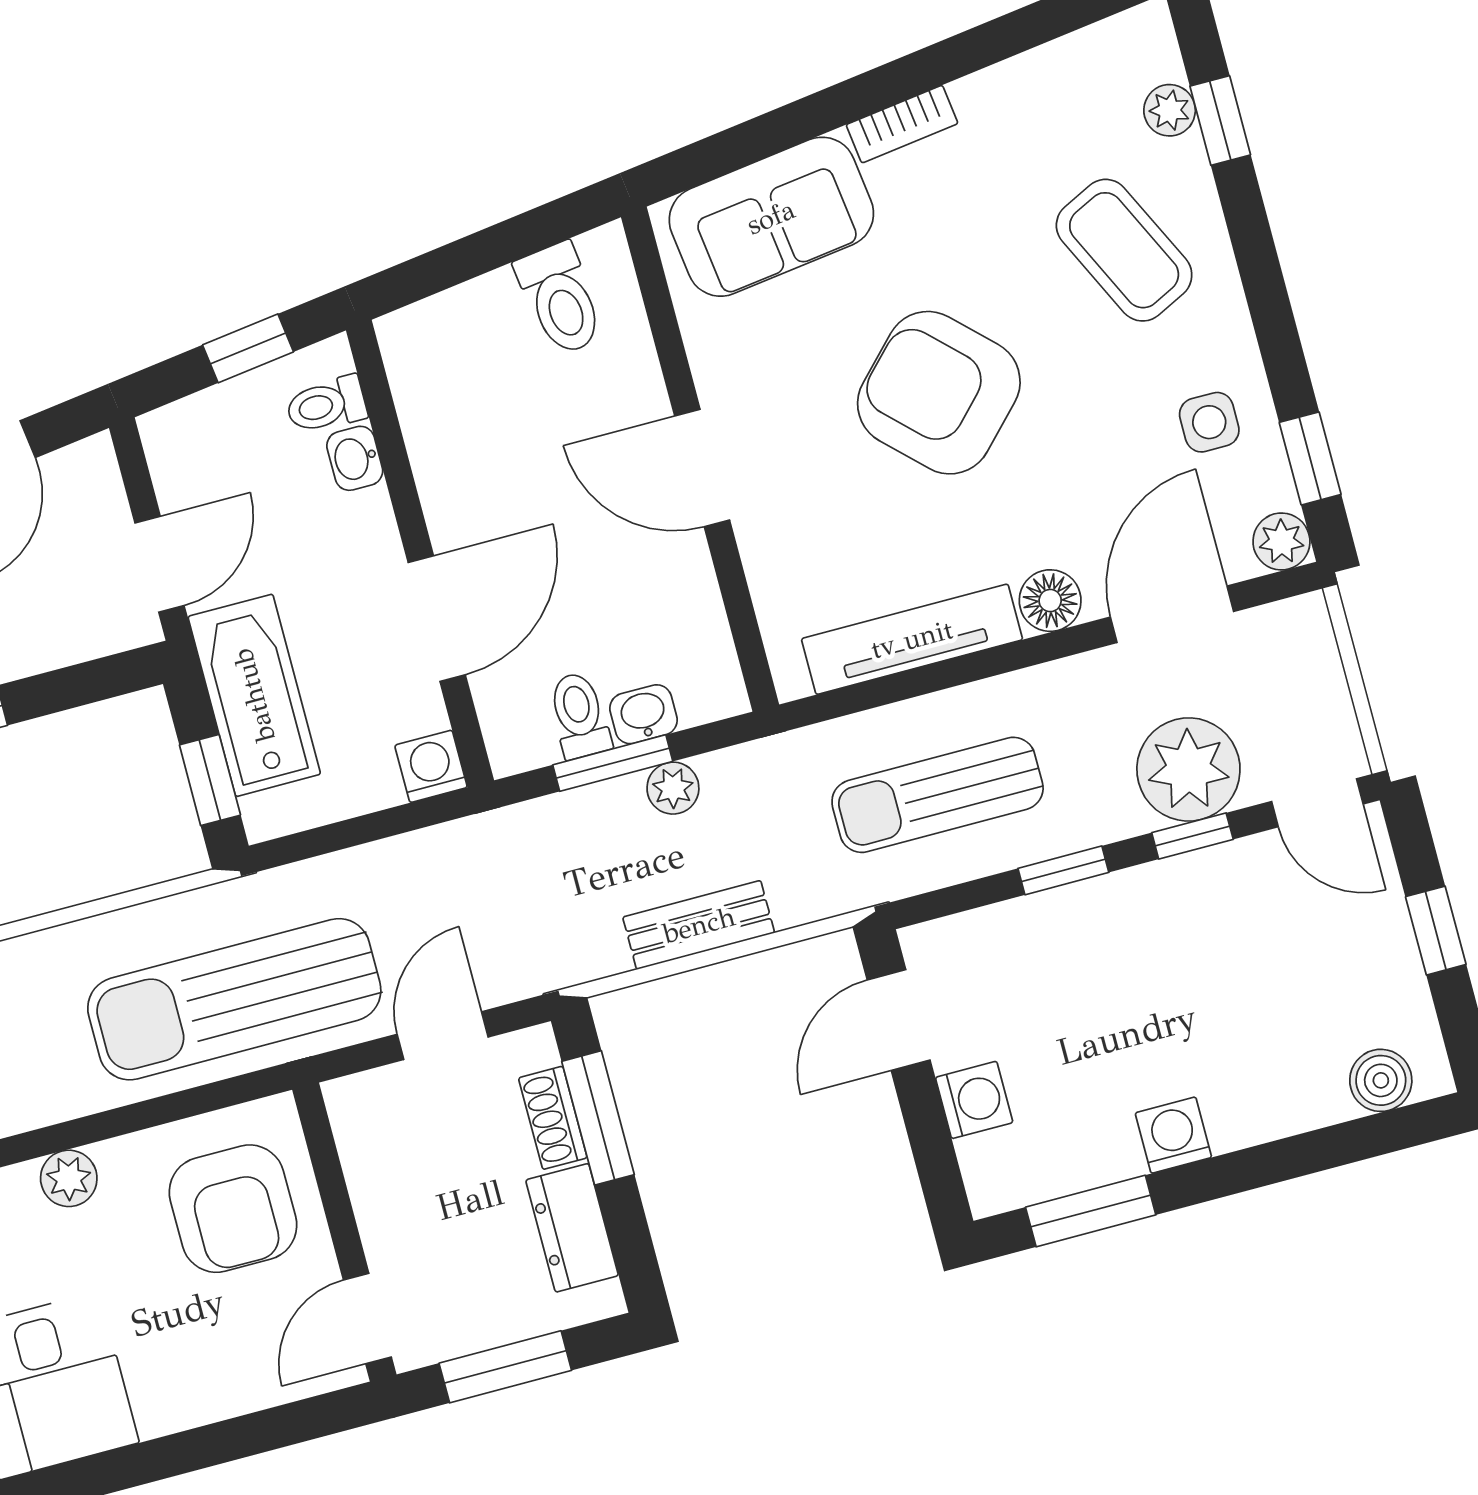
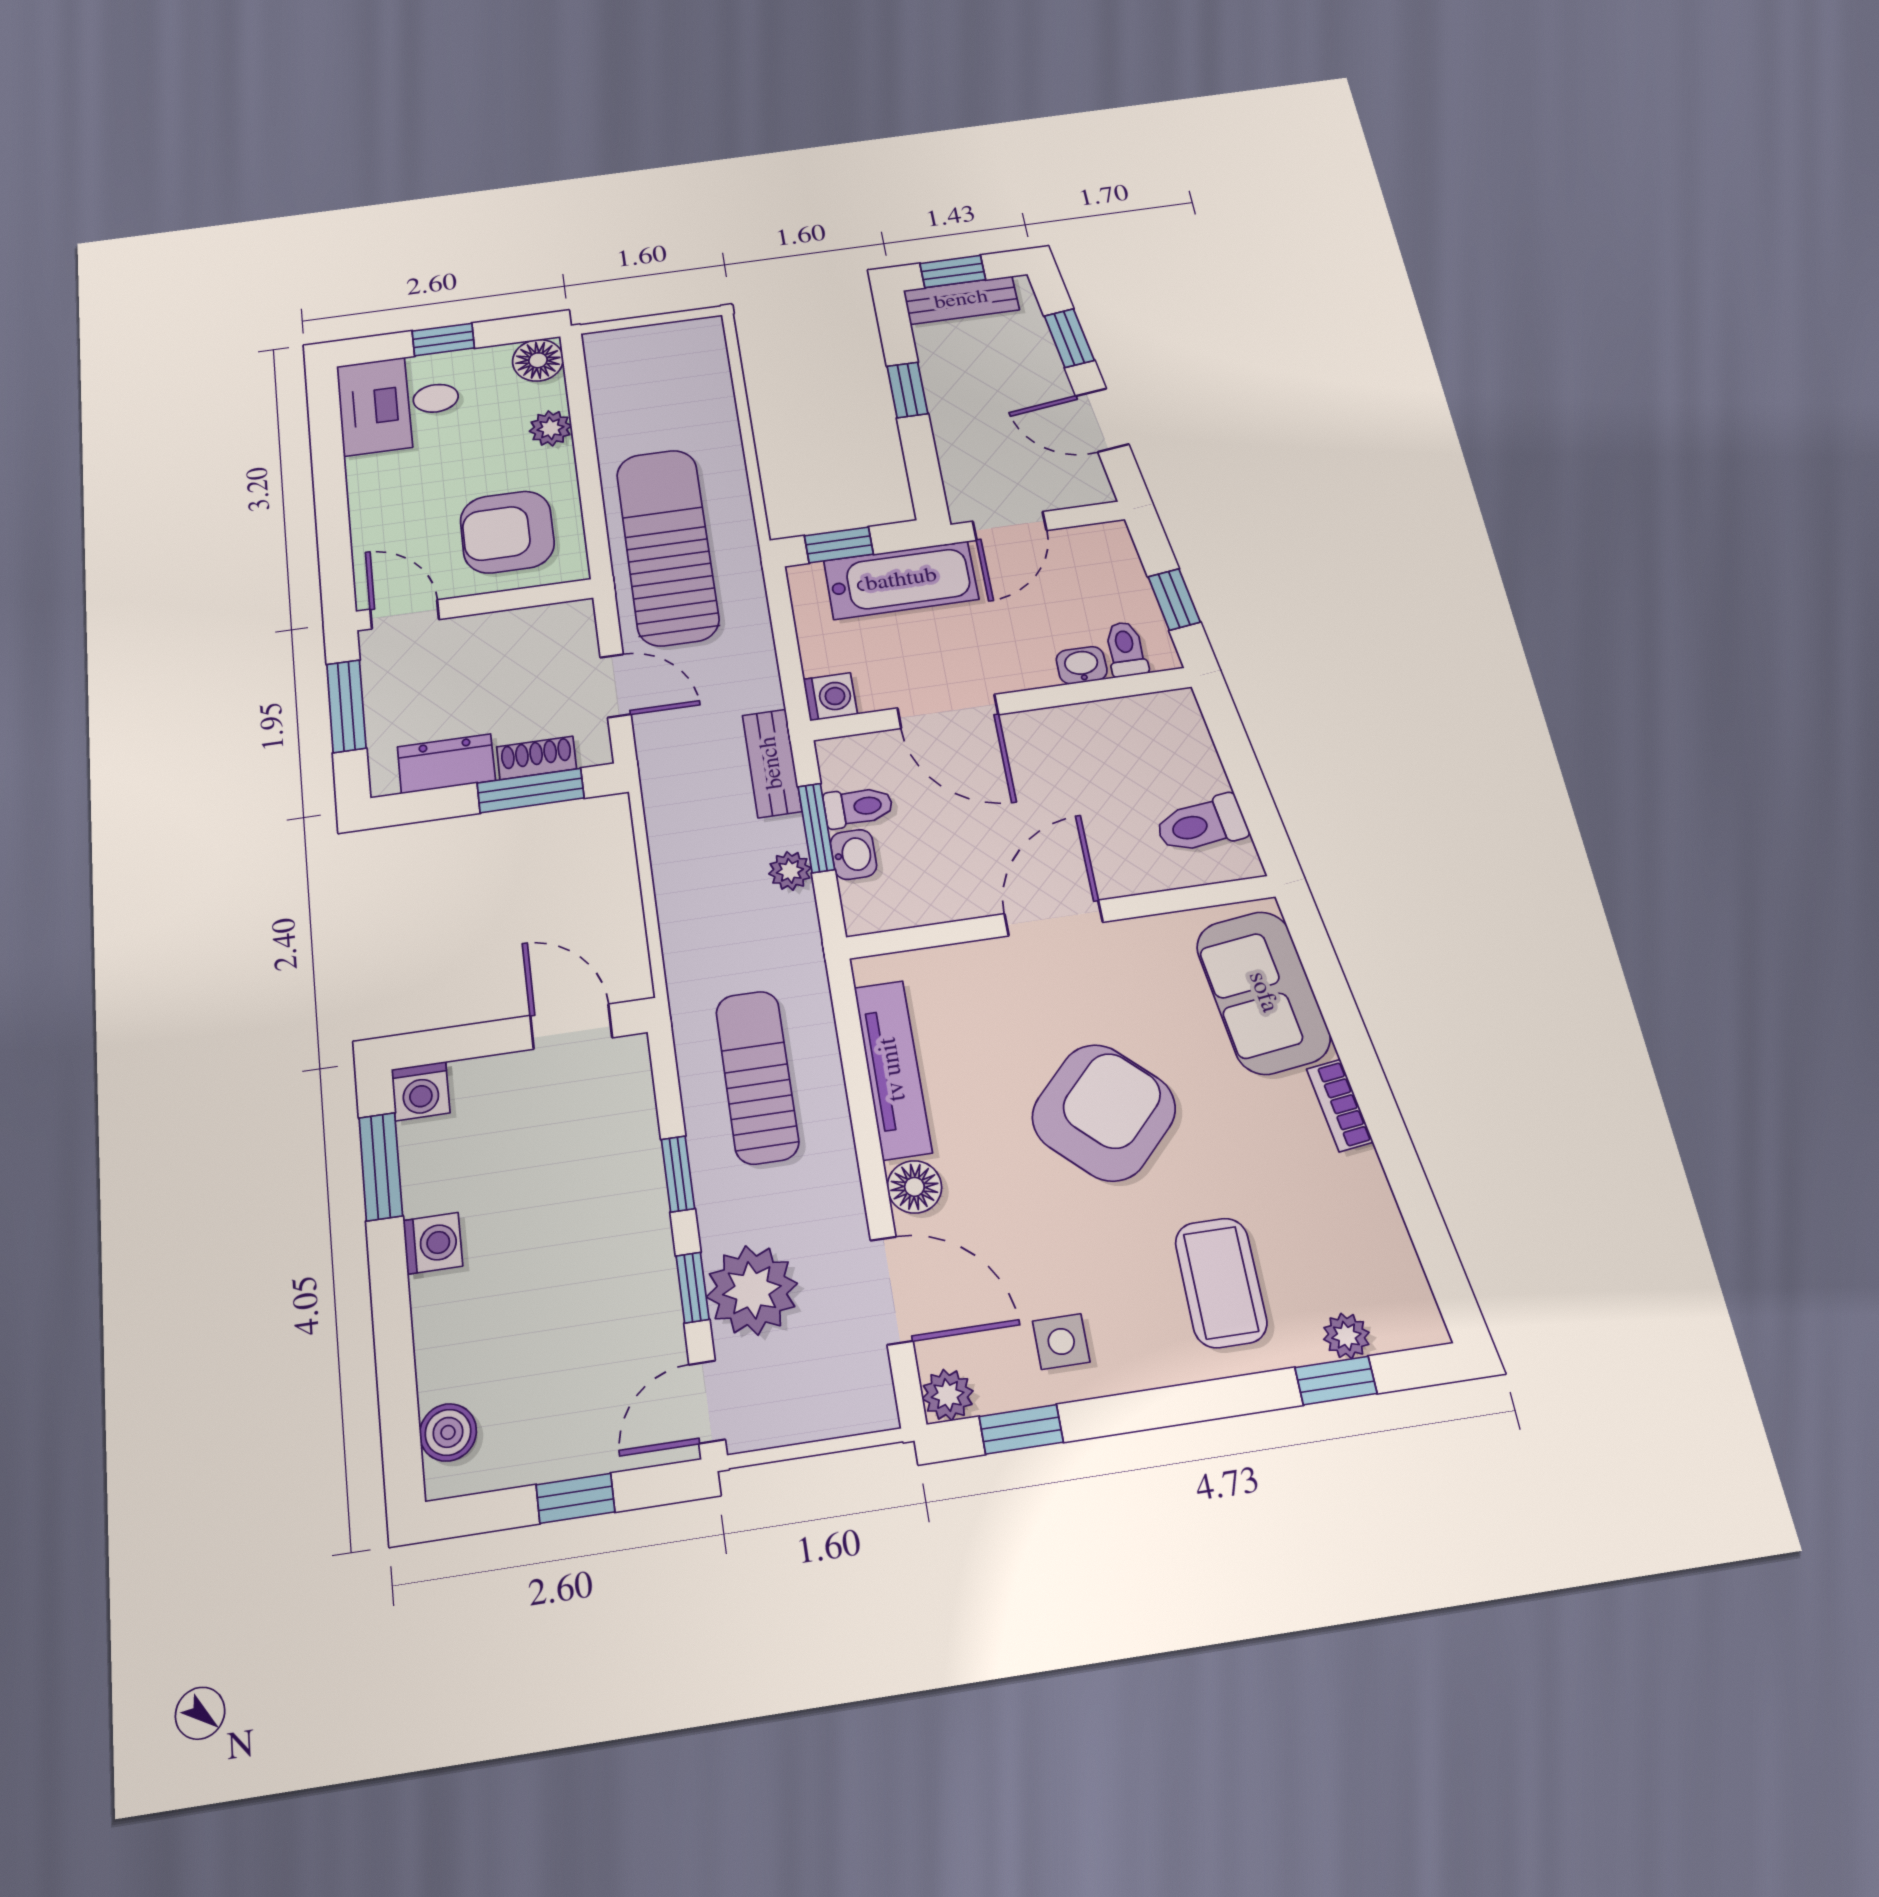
coffee table: (1124, 250) -> (1221, 1283), turned -64
door: (160, 564) -> (1010, 526), hinge flipped
bench: (699, 925) -> (772, 763), moved
washing machine: (974, 1100) -> (420, 1091), moved

